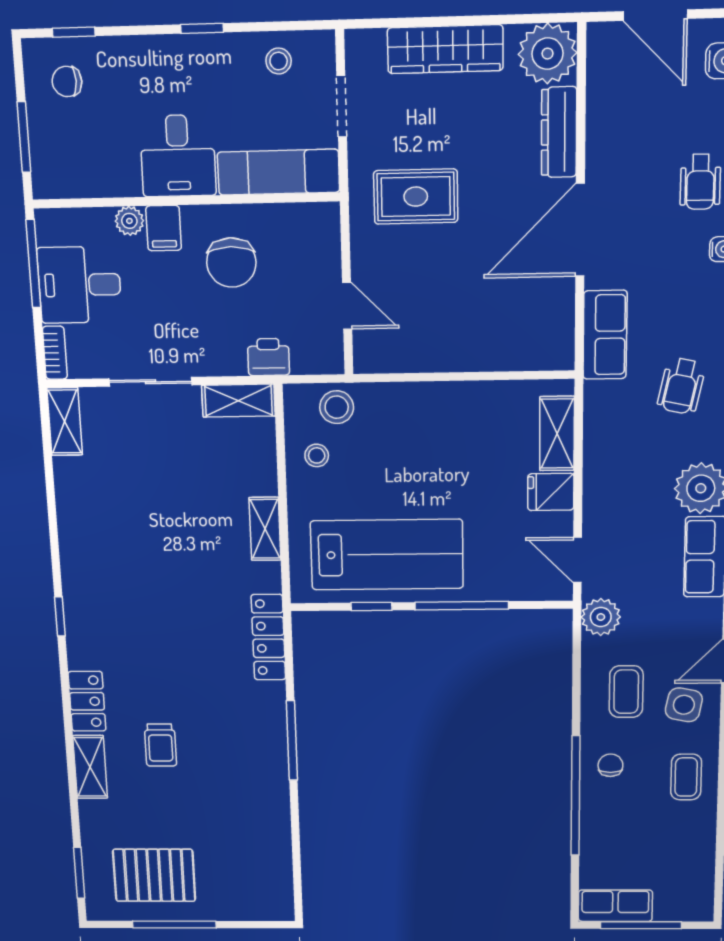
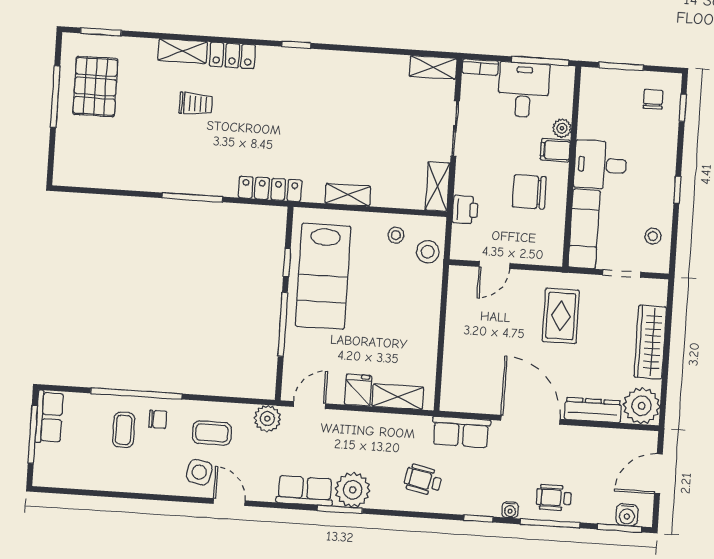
trolley: (160, 745) -> (196, 104), turned 180
coffee table: (686, 777) -> (124, 430), moved, turned 90

